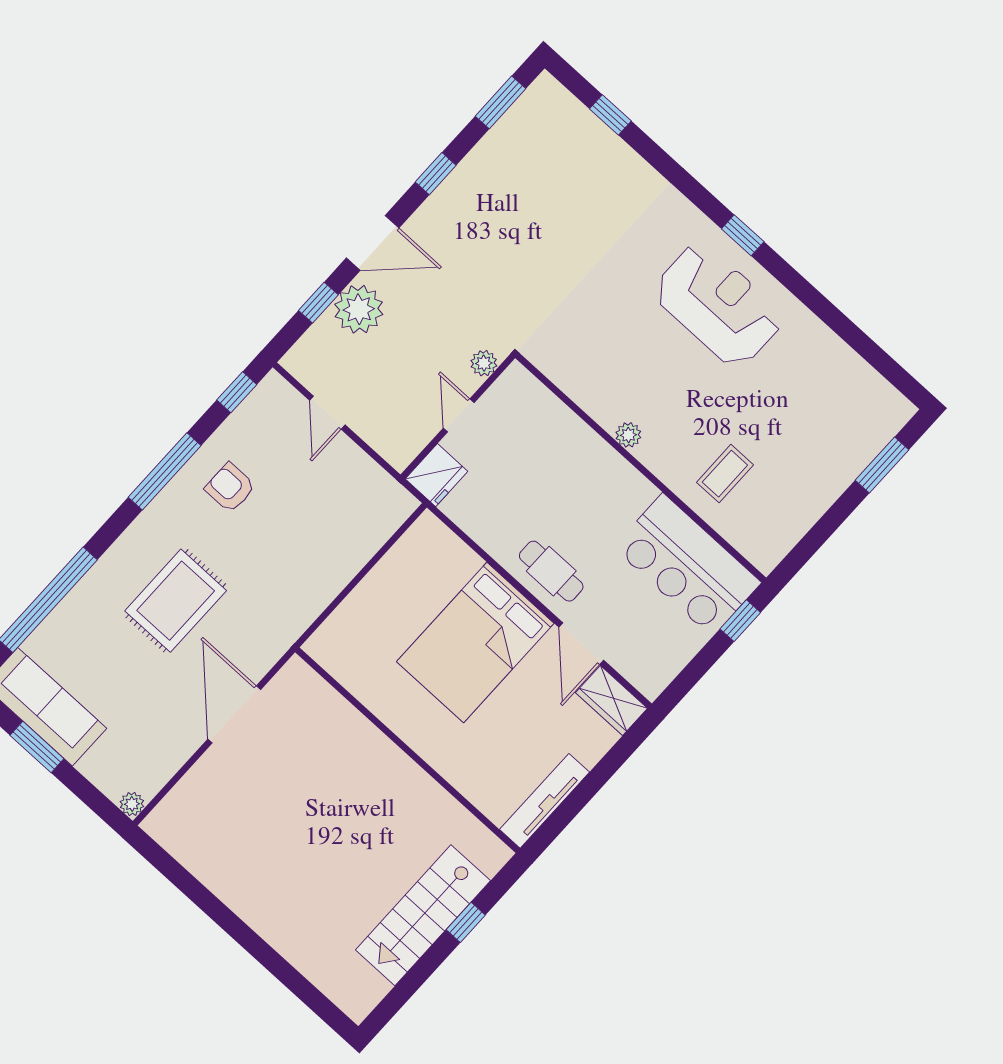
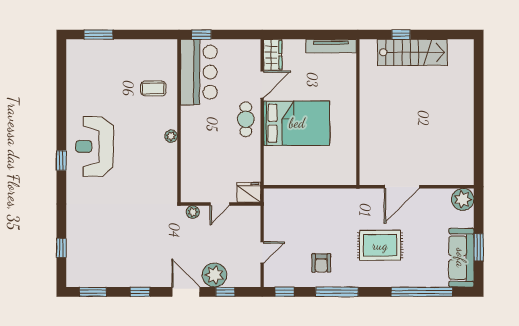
plant: (132, 804) -> (463, 199), width x1.88, depth x1.88

